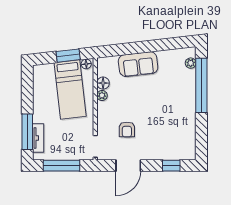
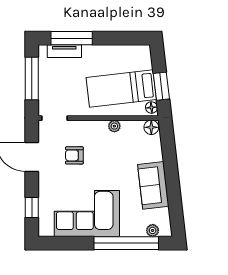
sofa: (138, 64) -> (153, 185), moved
floor lamp: (103, 83) -> (151, 127), moved
corner sofa: (176, 119) -> (87, 213), added

